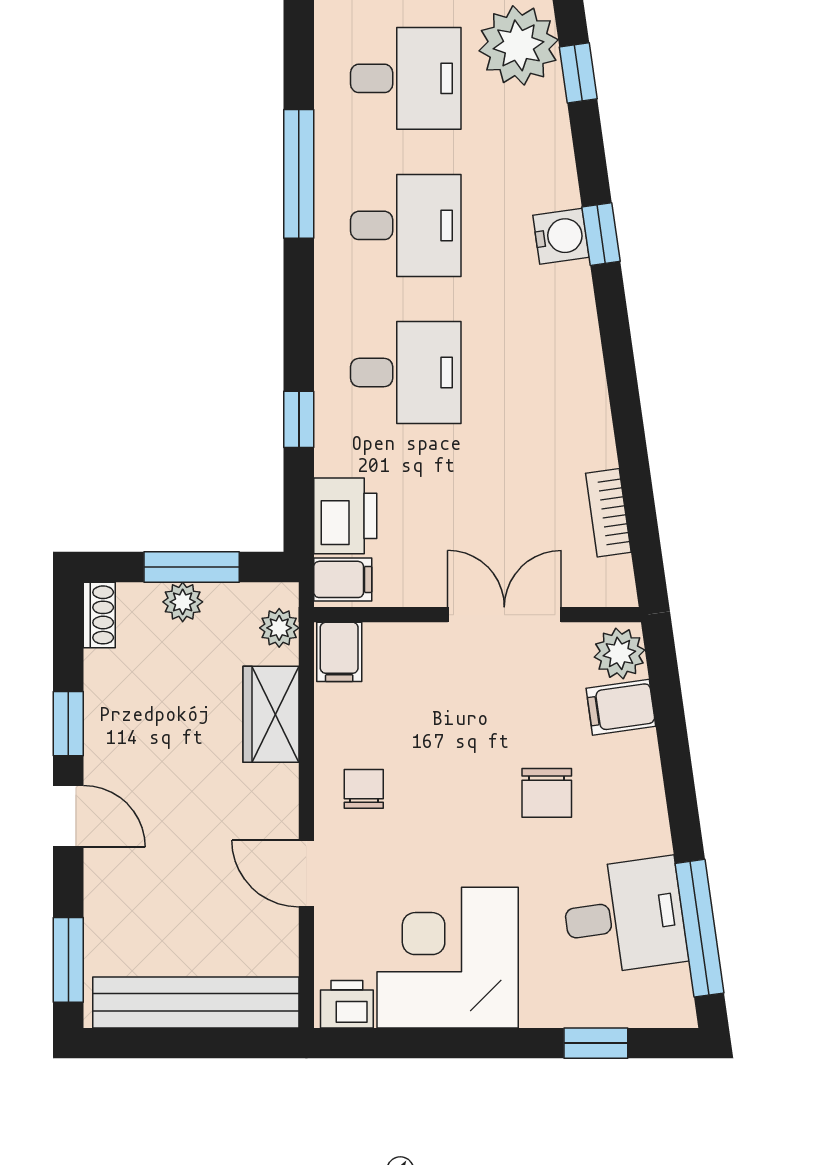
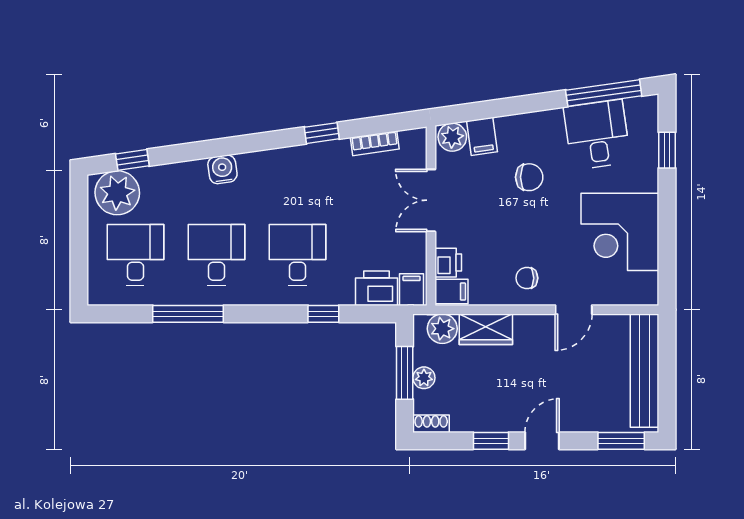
window: (601, 234) -> (322, 133), moved
plant: (279, 628) -> (442, 329), width x1.38, depth x1.38
printer: (347, 1004) -> (448, 263), moved, turned 180

